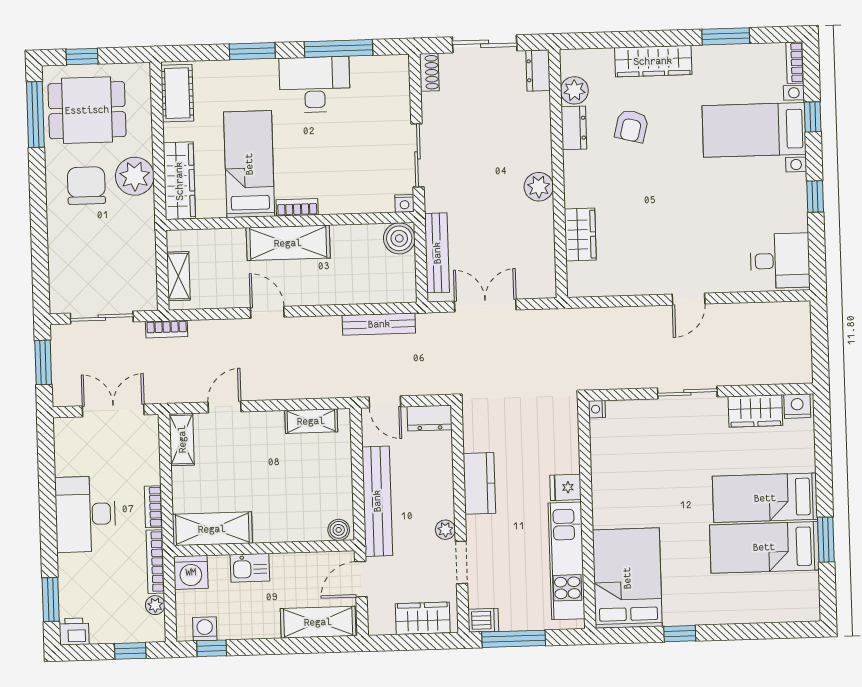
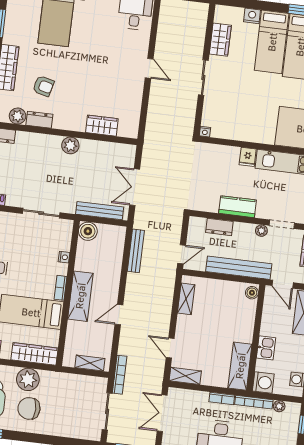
nightstand: (405, 203) -> (64, 257), moved
bookcase: (167, 329) -> (120, 375), width x1.56
nightstand: (797, 406) -> (252, 16), moved, turned 90
dresser: (430, 418) -> (219, 227), moved, turned 90

